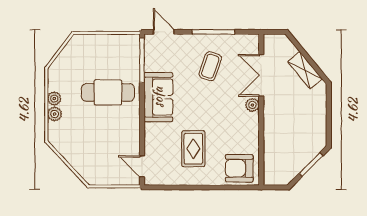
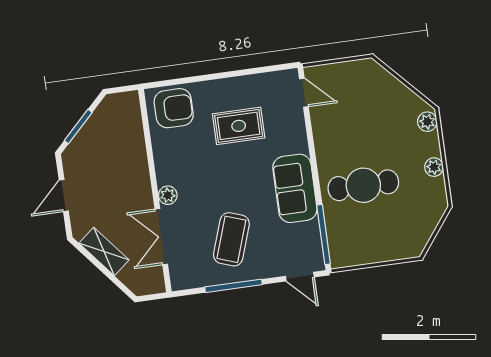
coffee table: (210, 66) -> (231, 239), width x1.36, depth x1.30
double door: (261, 75) -> (161, 237), swing flipped
plant: (55, 114) -> (427, 122), moved
door: (329, 115) -> (64, 195), added
rug: (193, 149) -> (239, 126), turned 90

